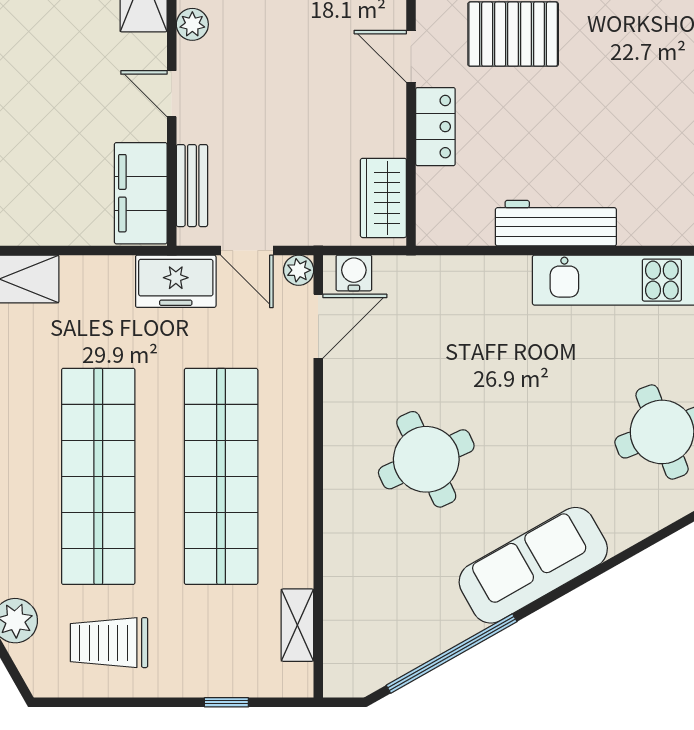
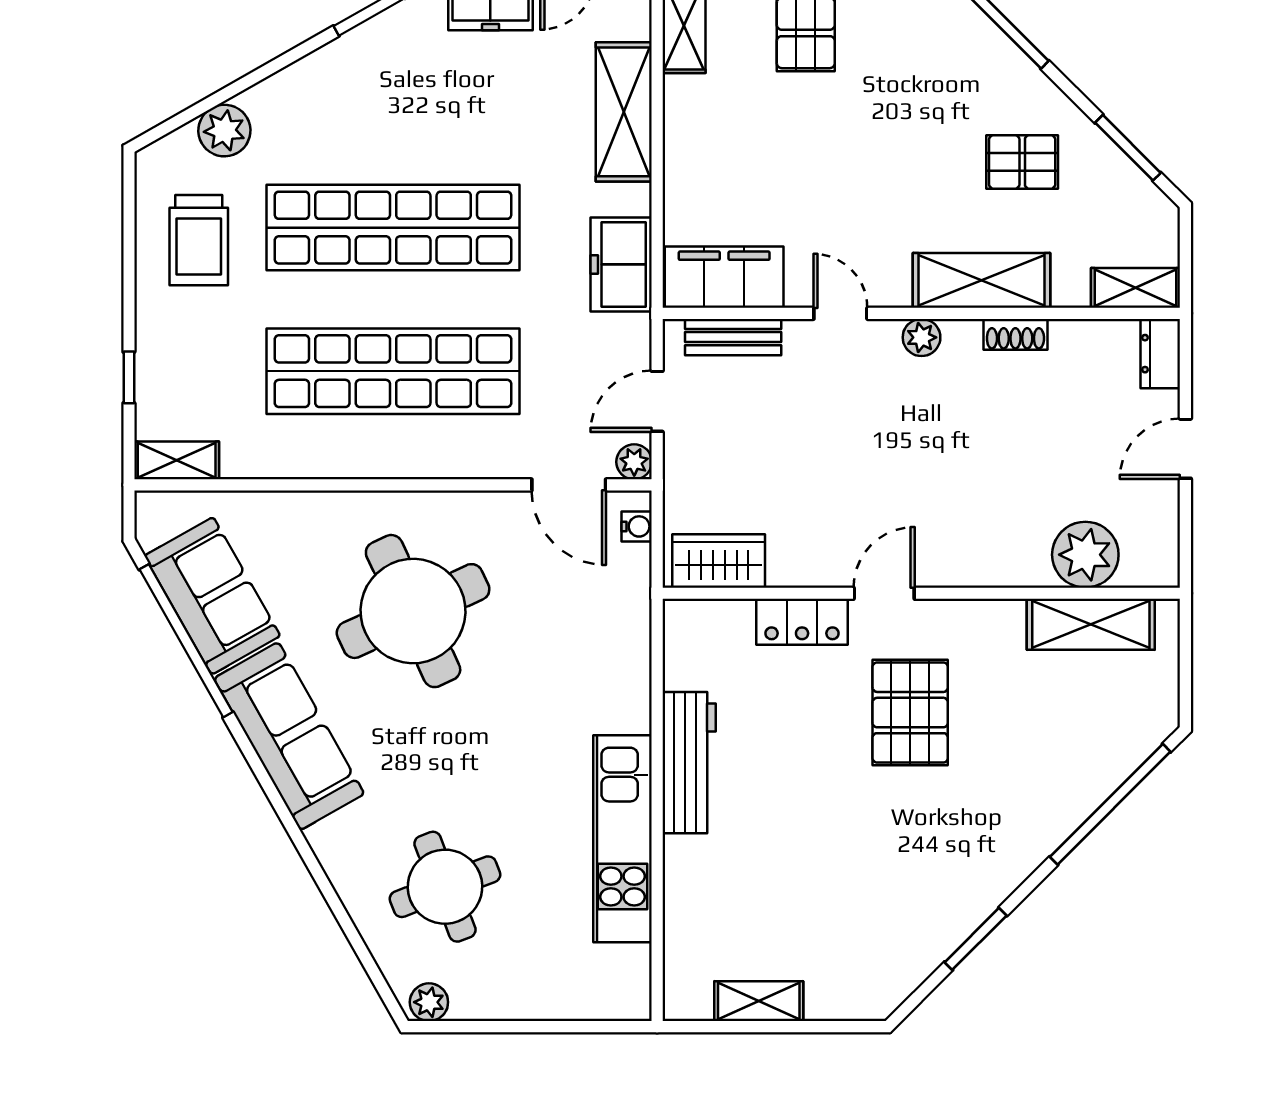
door: (172, 94) -> (840, 313), hinge flipped
water cooler: (354, 273) -> (637, 526), width x0.72, depth x0.72
freezer: (176, 281) -> (621, 264), moved
round table: (426, 459) -> (413, 611), width x1.36, depth x1.36
shelving: (297, 625) -> (177, 460), moved
sofa: (413, 631) -> (212, 596), added
trolley: (109, 643) -> (199, 240), turned 180

